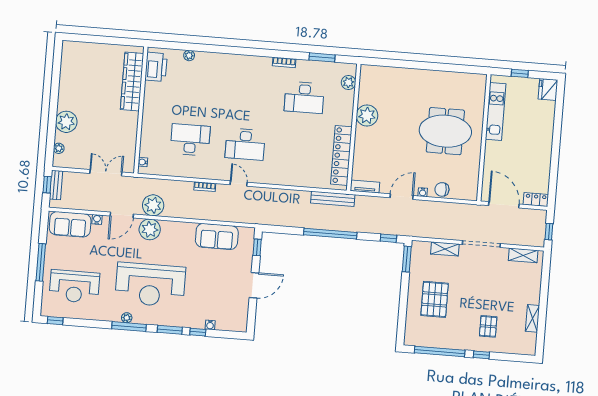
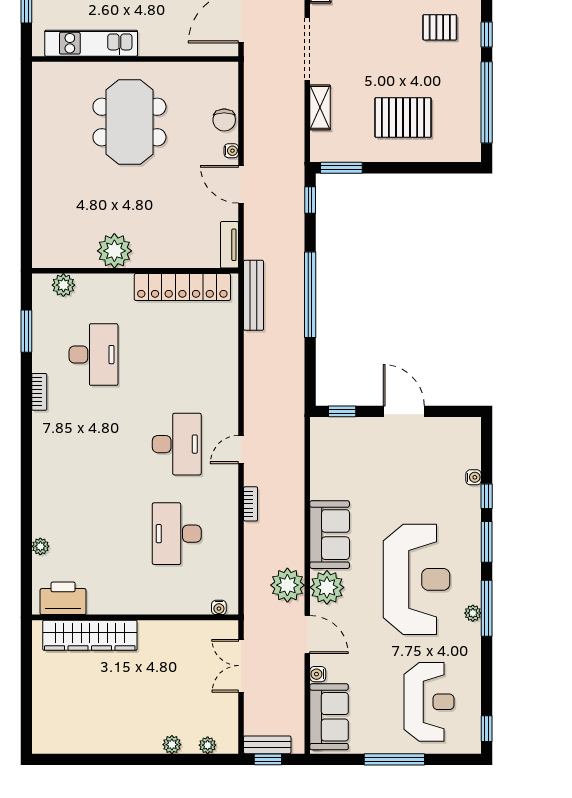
plant: (66, 122) -> (172, 745), width x0.53, depth x0.53
sofa: (217, 236) -> (330, 535), moved

